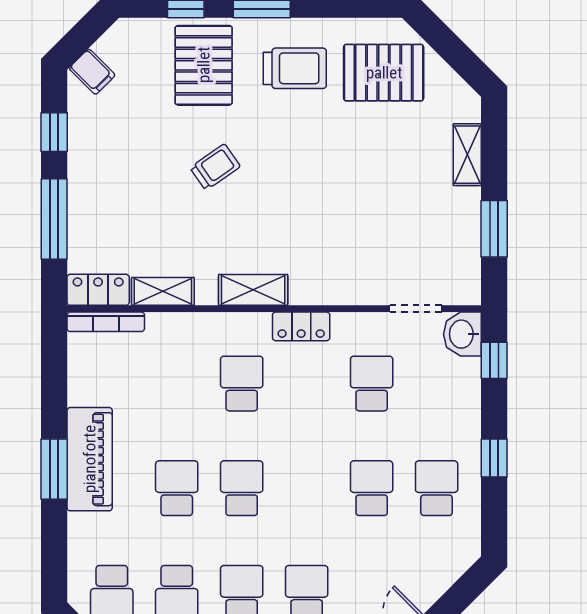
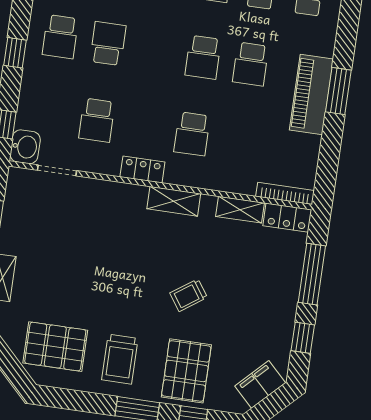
trolley: (295, 68) -> (120, 359), turned -90
filing cabinet: (92, 72) -> (260, 384), width x2.00
school desk: (372, 488) -> (108, 44), turned 180

